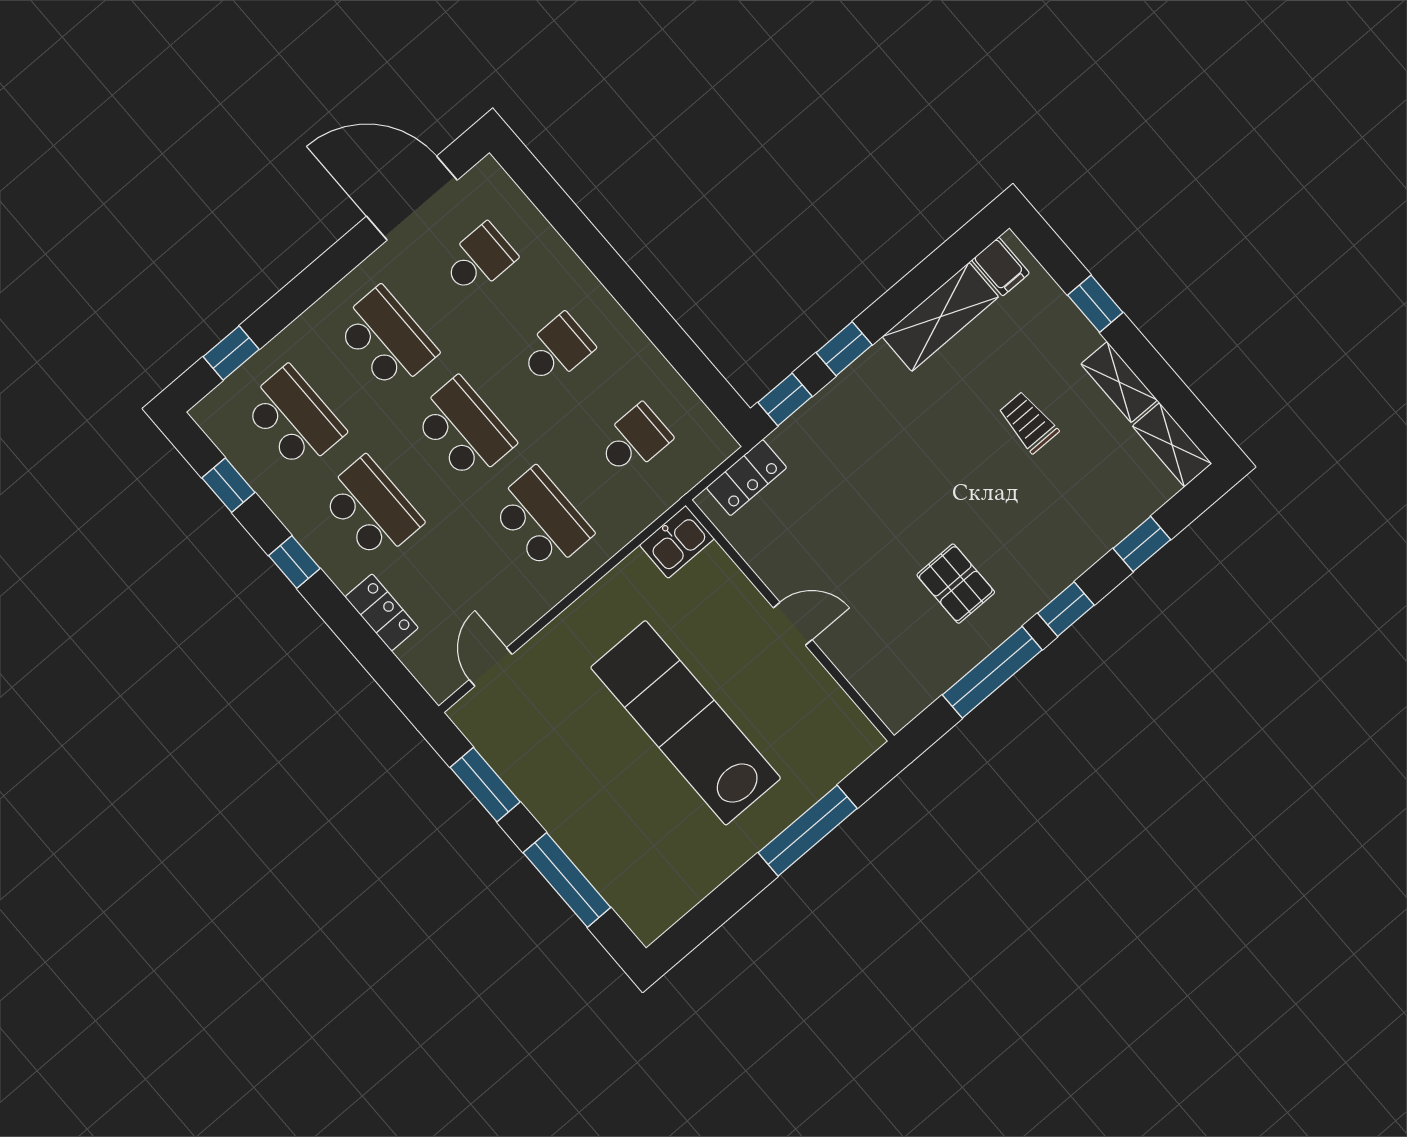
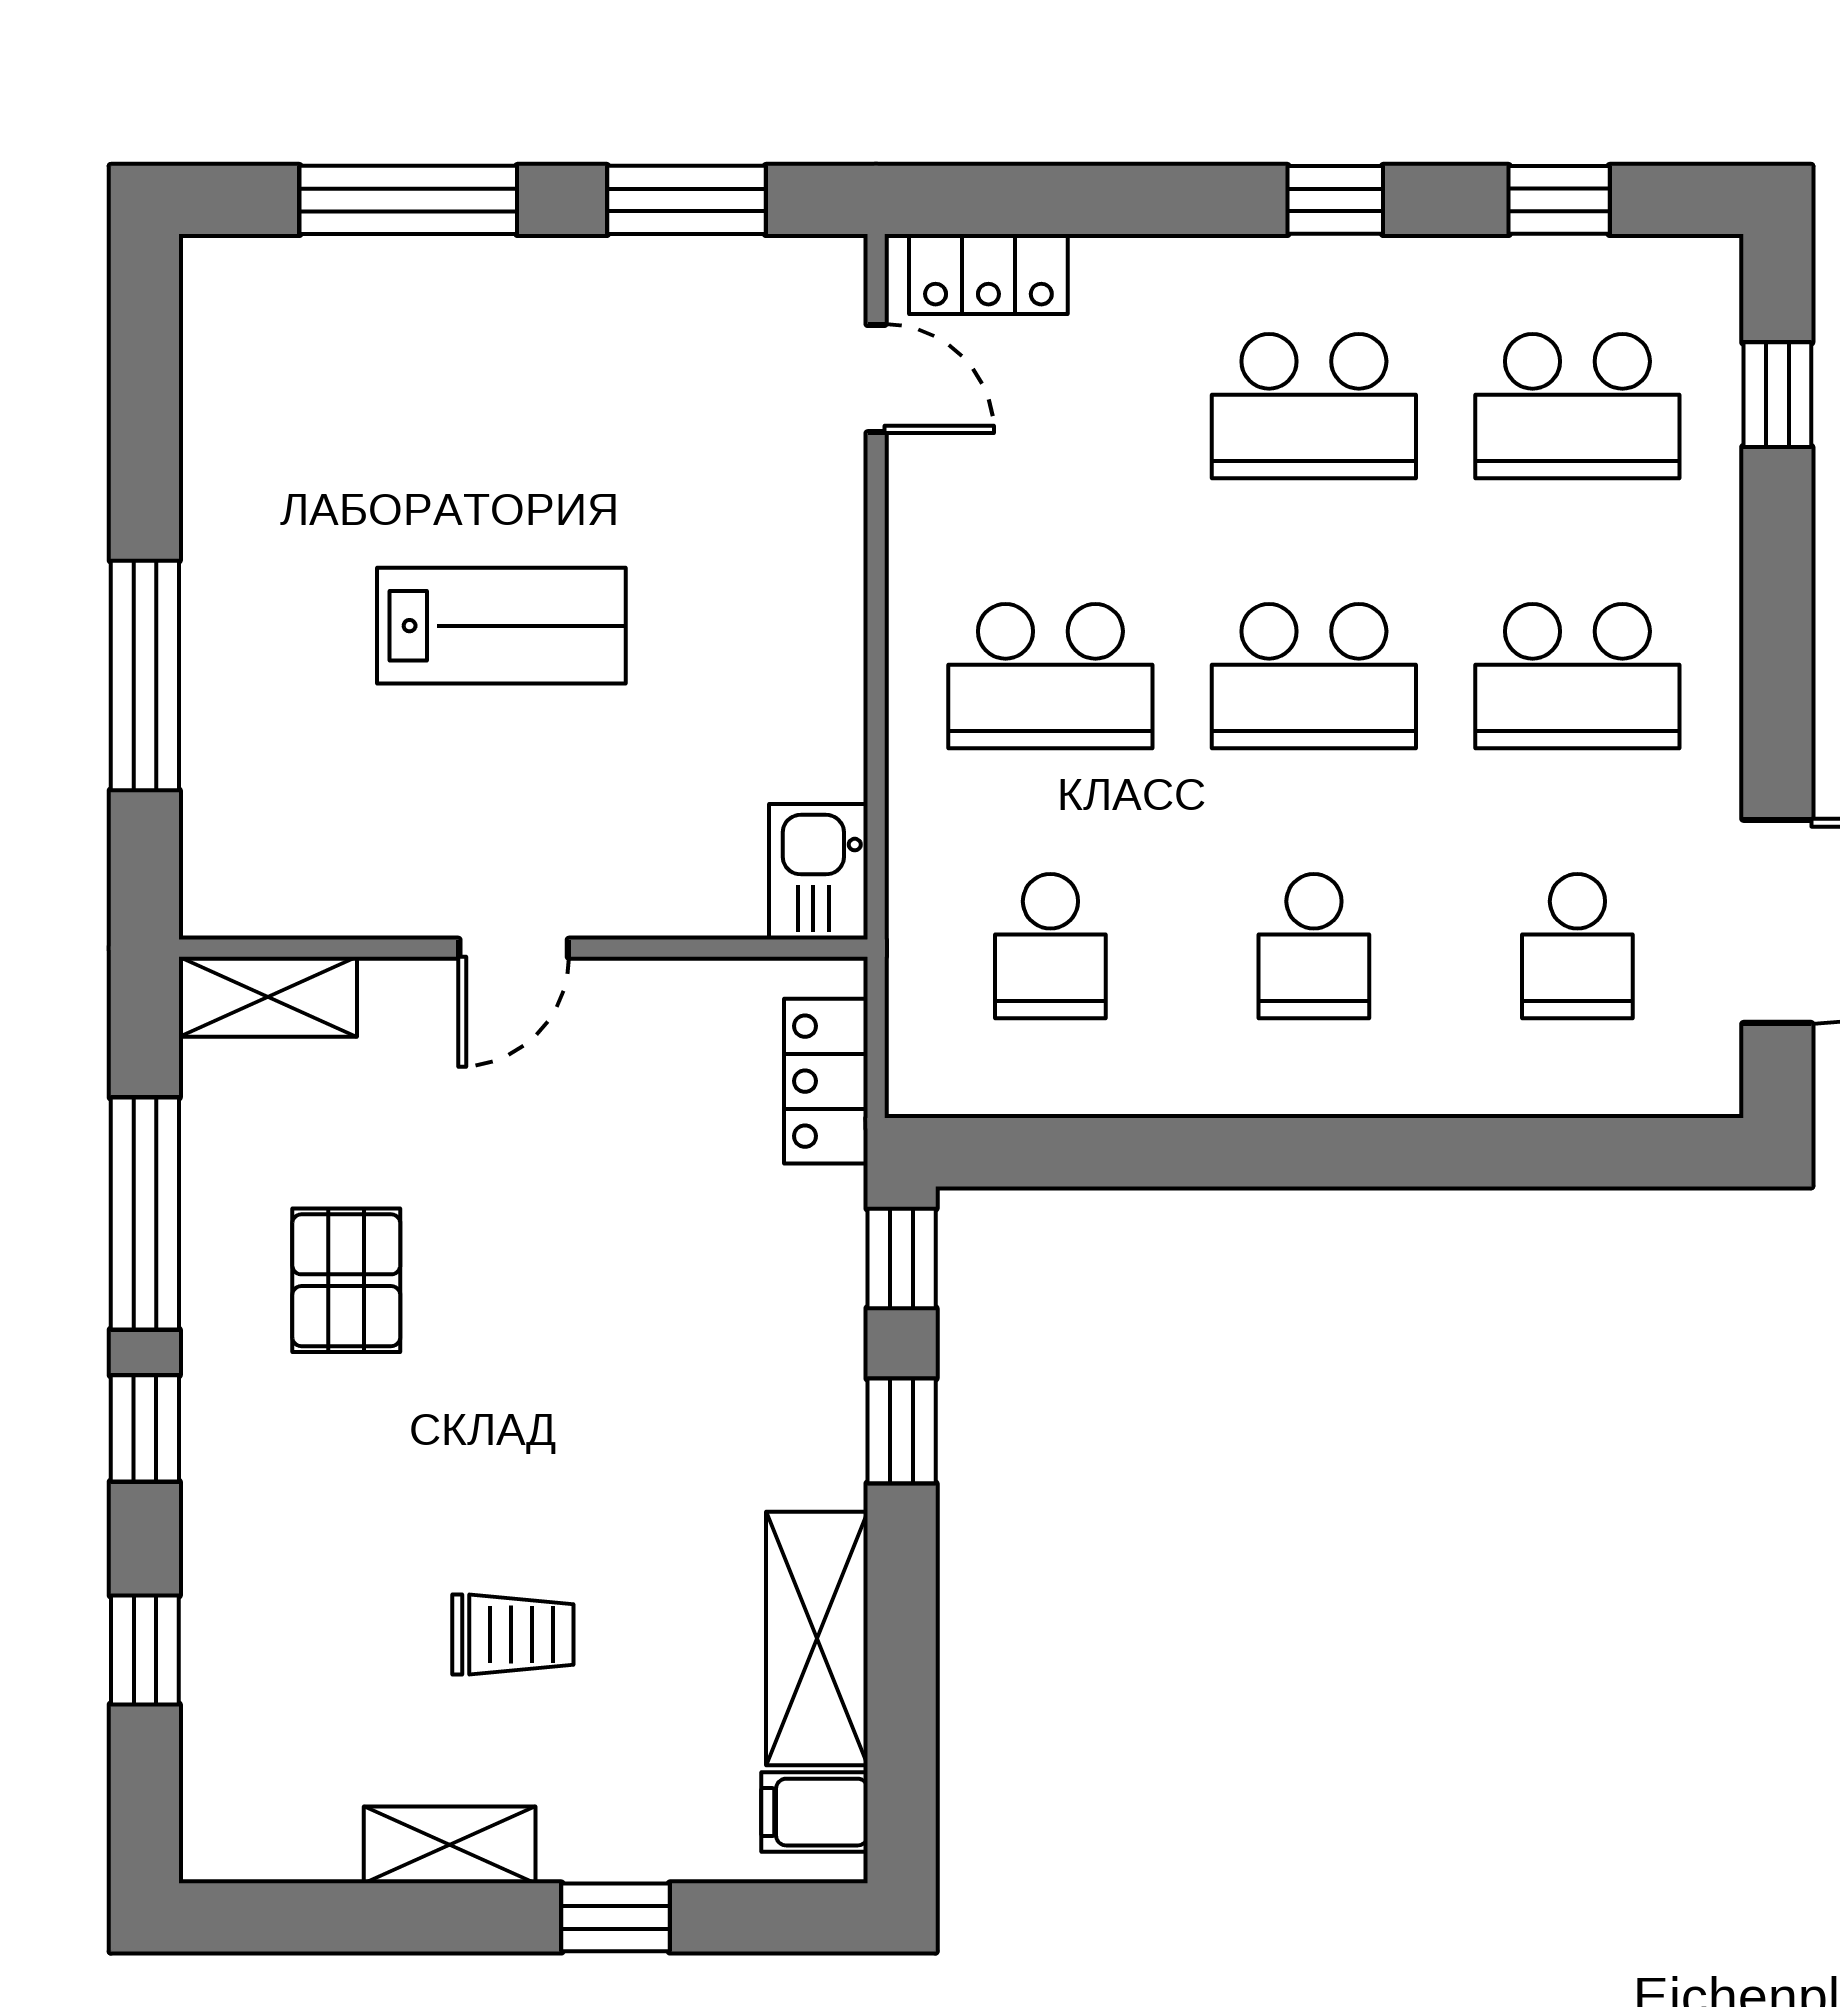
shelving: (1172, 445) -> (268, 997), moved
pallet: (956, 584) -> (346, 1280), turned 90
locker: (382, 612) -> (988, 274), moved
lab bench: (686, 723) -> (501, 626), width x0.54, depth x0.72

